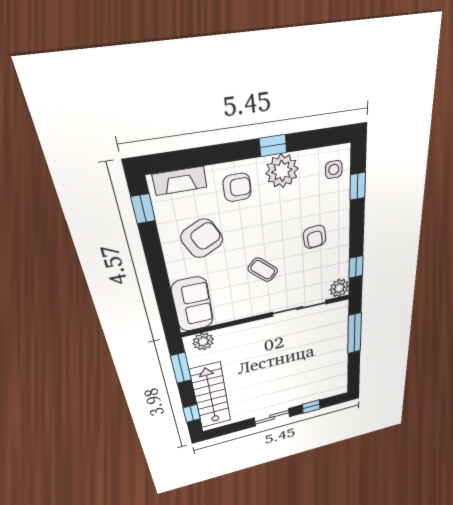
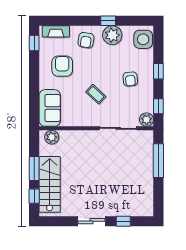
side table: (334, 169) -> (143, 39), width x1.87, depth x1.87
window: (358, 186) -> (158, 71), moved
armchair: (237, 187) -> (86, 40), turned 99
armchair: (202, 238) -> (62, 66), turned -64
window: (181, 368) -> (34, 168), moved

